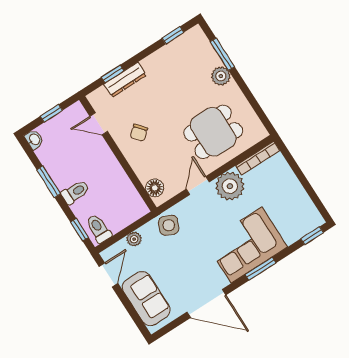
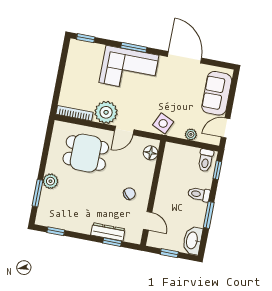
washbasin: (34, 140) -> (192, 240), width x1.91, depth x1.45

